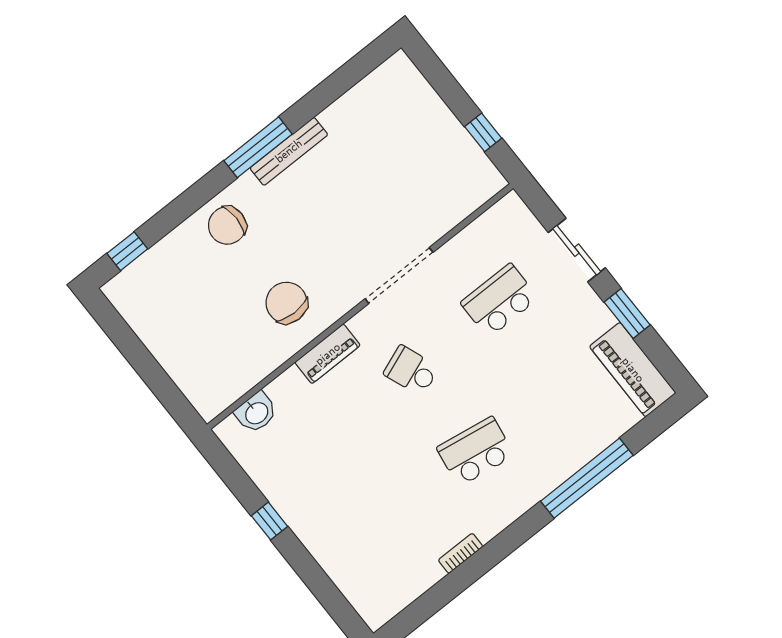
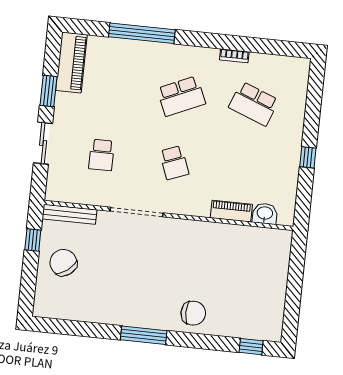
bench: (289, 151) -> (70, 214), moved
school desk: (500, 300) -> (102, 155), width x0.54
chair: (287, 303) -> (63, 263), moved, turned 143
piano: (328, 354) -> (231, 211), moved
school desk: (476, 451) -> (181, 96), turned -33
school desk: (387, 522) -> (254, 104), added

